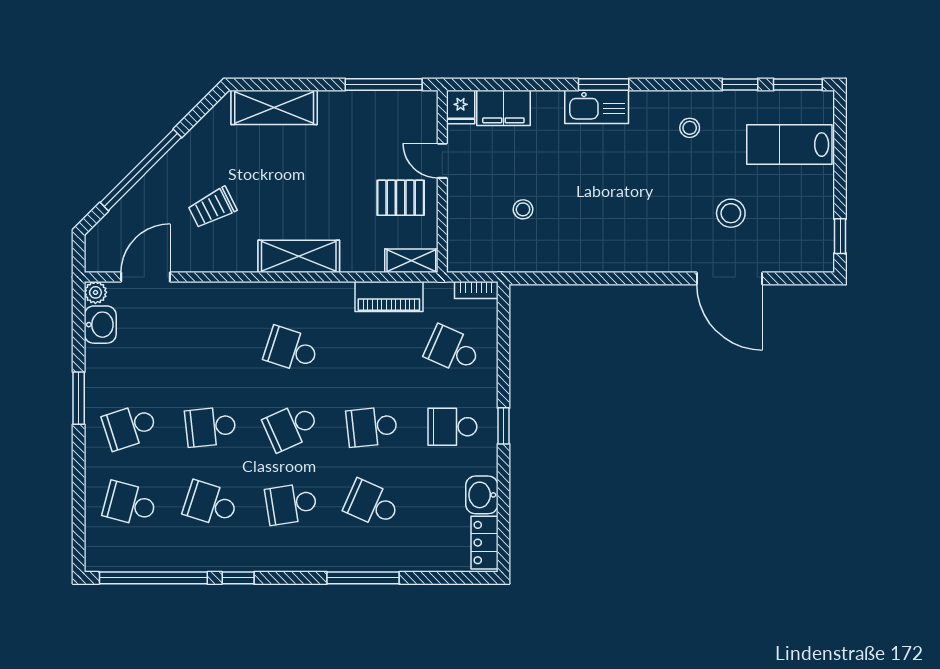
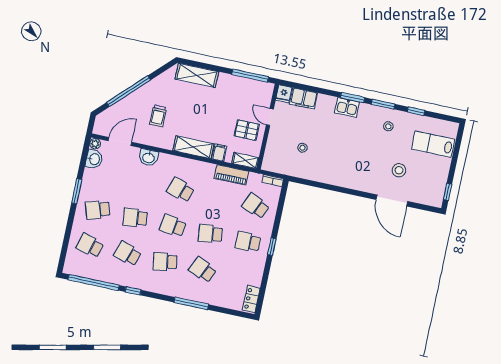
window: (798, 85) -> (383, 104), moved
kitchen sink: (597, 107) -> (347, 107), width x0.73
trolley: (212, 208) -> (158, 116), turned -63
filing cabinet: (354, 256) -> (219, 153), added
school desk: (291, 427) -> (173, 226), turned 33
washbasin: (482, 495) -> (149, 158), moved, turned -90

